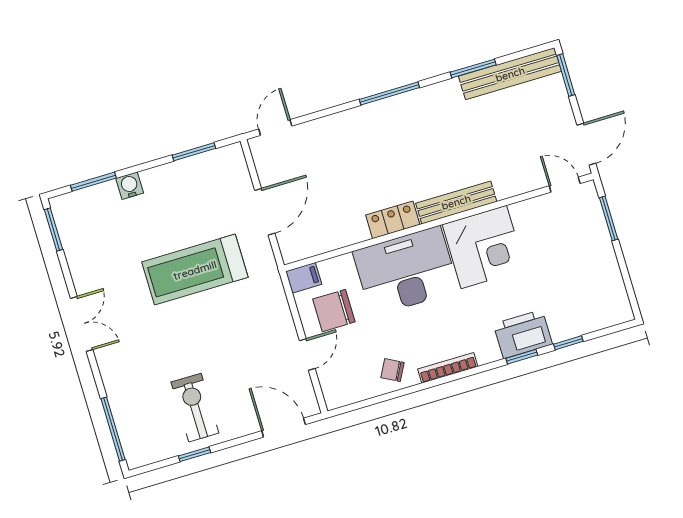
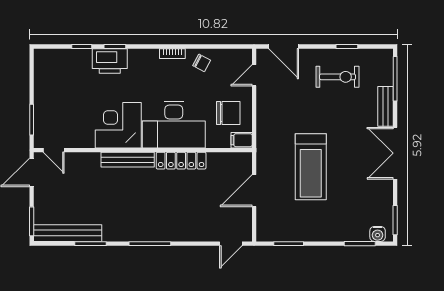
water cooler: (130, 186) -> (378, 234), moved
locker: (393, 220) -> (181, 161), width x1.53
treadmill: (195, 270) -> (311, 167), turned 90
double door: (82, 324) -> (395, 153), width x1.37
door: (307, 354) -> (254, 75), moved
bookcase: (448, 368) -> (172, 54), width x0.64
bench: (115, 386) -> (385, 106), added
exercise bike: (195, 408) -> (338, 77), turned -90

